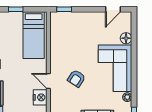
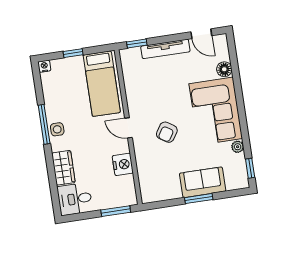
door: (113, 9) -> (201, 34), hinge flipped
tv unit: (85, 17) -> (165, 49), added
door: (48, 81) -> (128, 128), moved

